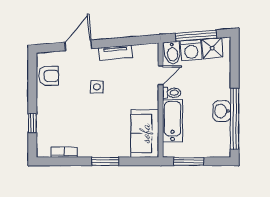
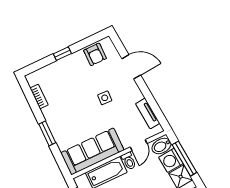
tv unit: (116, 53) -> (148, 113), moved
door: (161, 75) -> (139, 145), hinge flipped
window: (32, 123) -> (62, 54), moved
sofa: (145, 133) -> (92, 151), width x1.36

